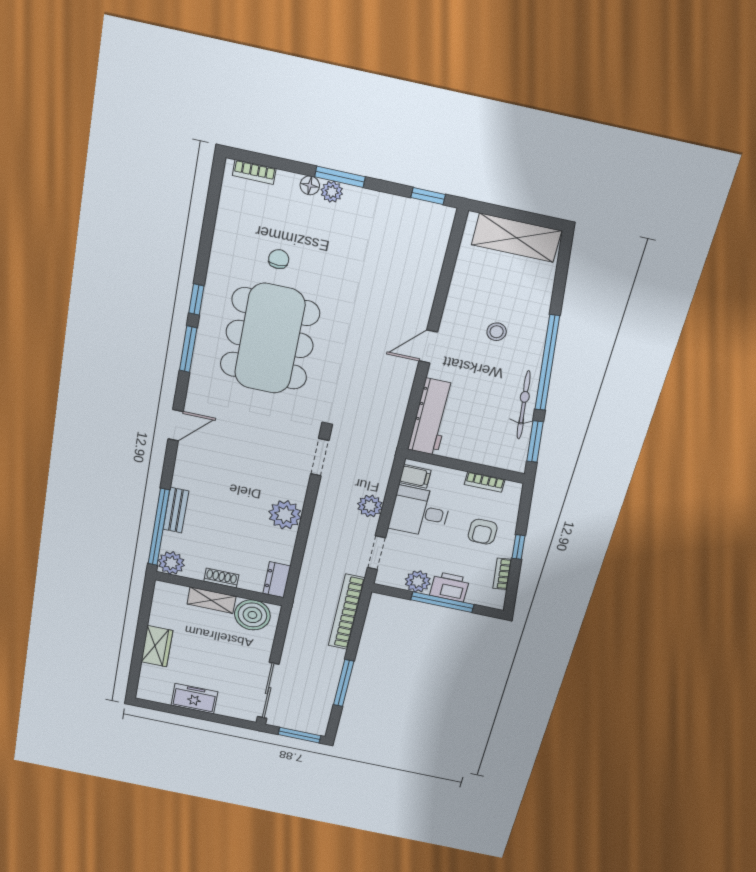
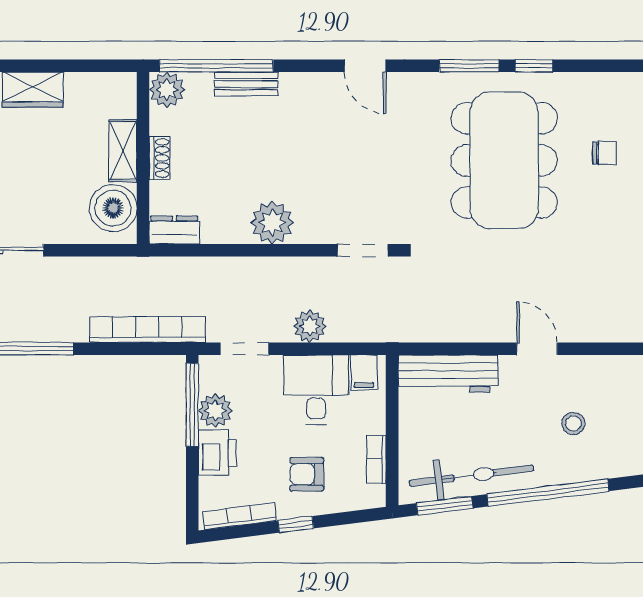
dining table: (270, 339) -> (504, 160), turned 90
bicycle: (524, 405) -> (471, 476), width x1.37, depth x1.40
bookcase: (502, 574) -> (239, 516), width x1.56
window: (442, 602) -> (192, 405), moved

